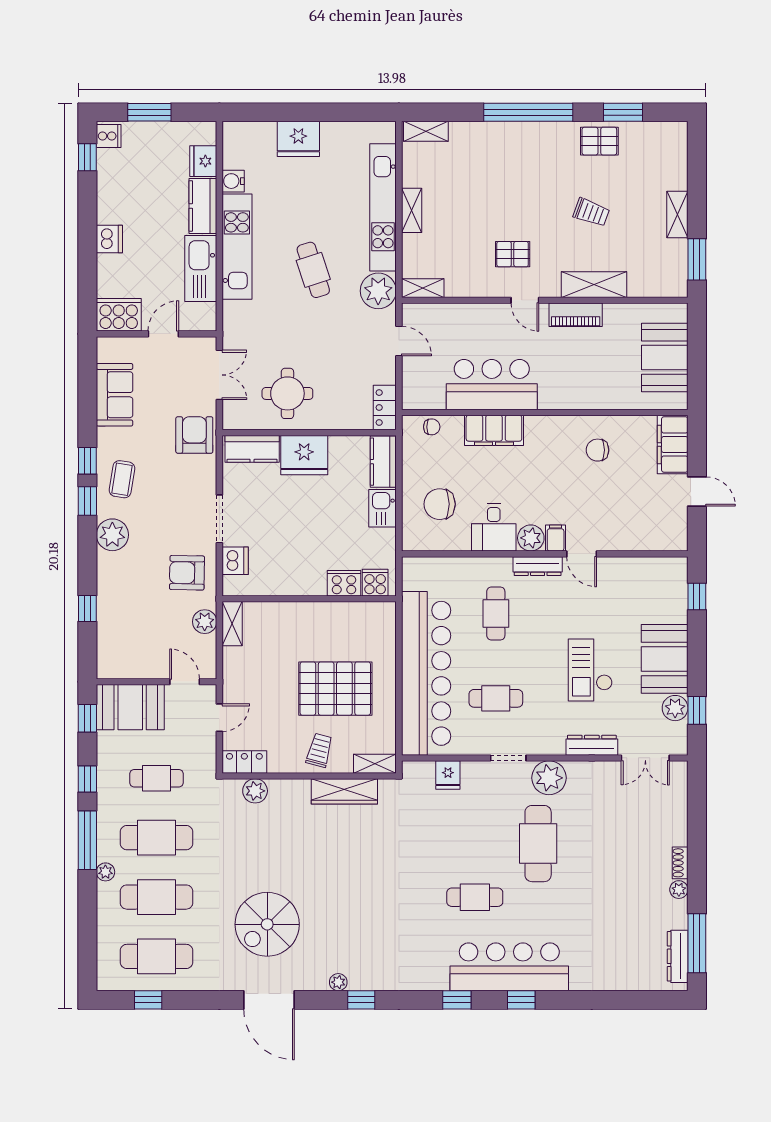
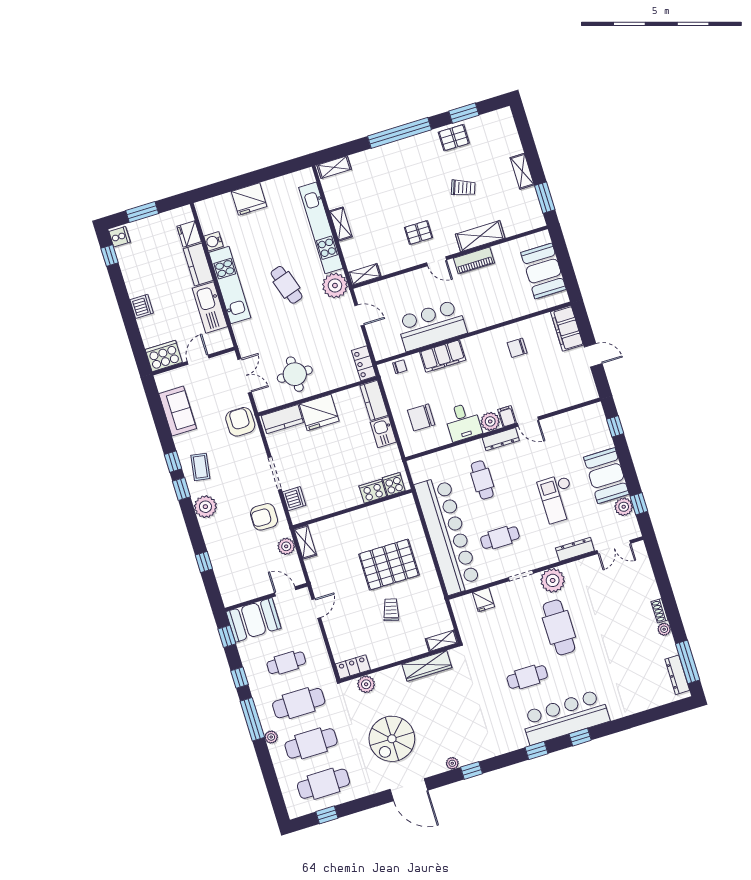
locker: (244, 762) -> (353, 667), moved
shelving: (375, 764) -> (442, 641), moved
wall: (309, 776) -> (400, 663), moved
plant: (255, 791) -> (366, 684), moved
wardrobe: (344, 791) -> (427, 666), moved

